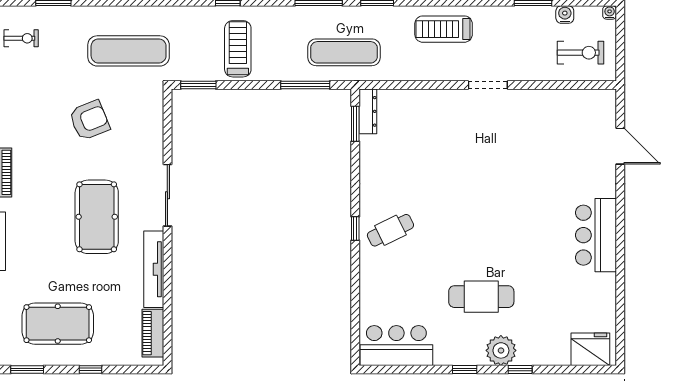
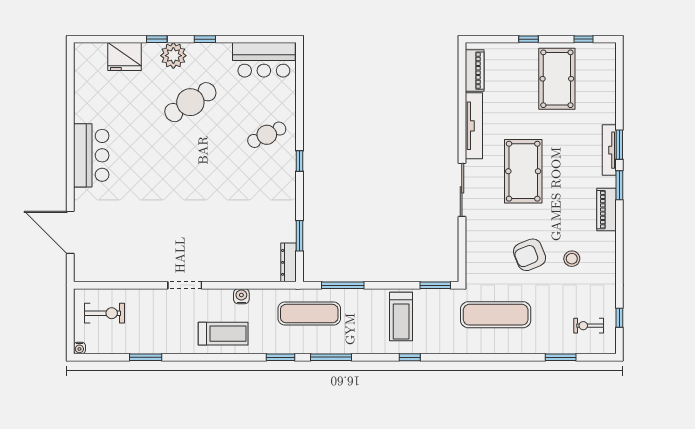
water cooler: (565, 15) -> (241, 296), moved, turned 180
exercise bike: (581, 53) -> (105, 313), turned 180
stool: (41, 116) -> (572, 259), added
window: (355, 124) -> (300, 236), moved
door: (620, 146) -> (70, 232), width x1.36
cafe table: (390, 230) -> (267, 135), moved
cafe table: (481, 297) -> (190, 102), turned -32
pool table: (58, 324) -> (557, 79), turned 90
fridge: (590, 349) -> (125, 57), moved
window: (27, 369) -> (583, 39), width x0.67

